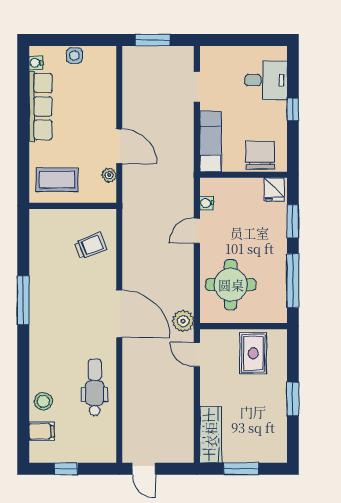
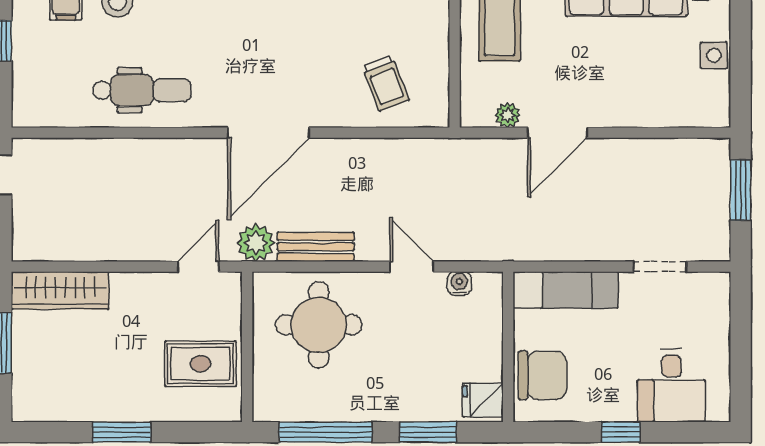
bench: (185, 286) -> (316, 247), added

